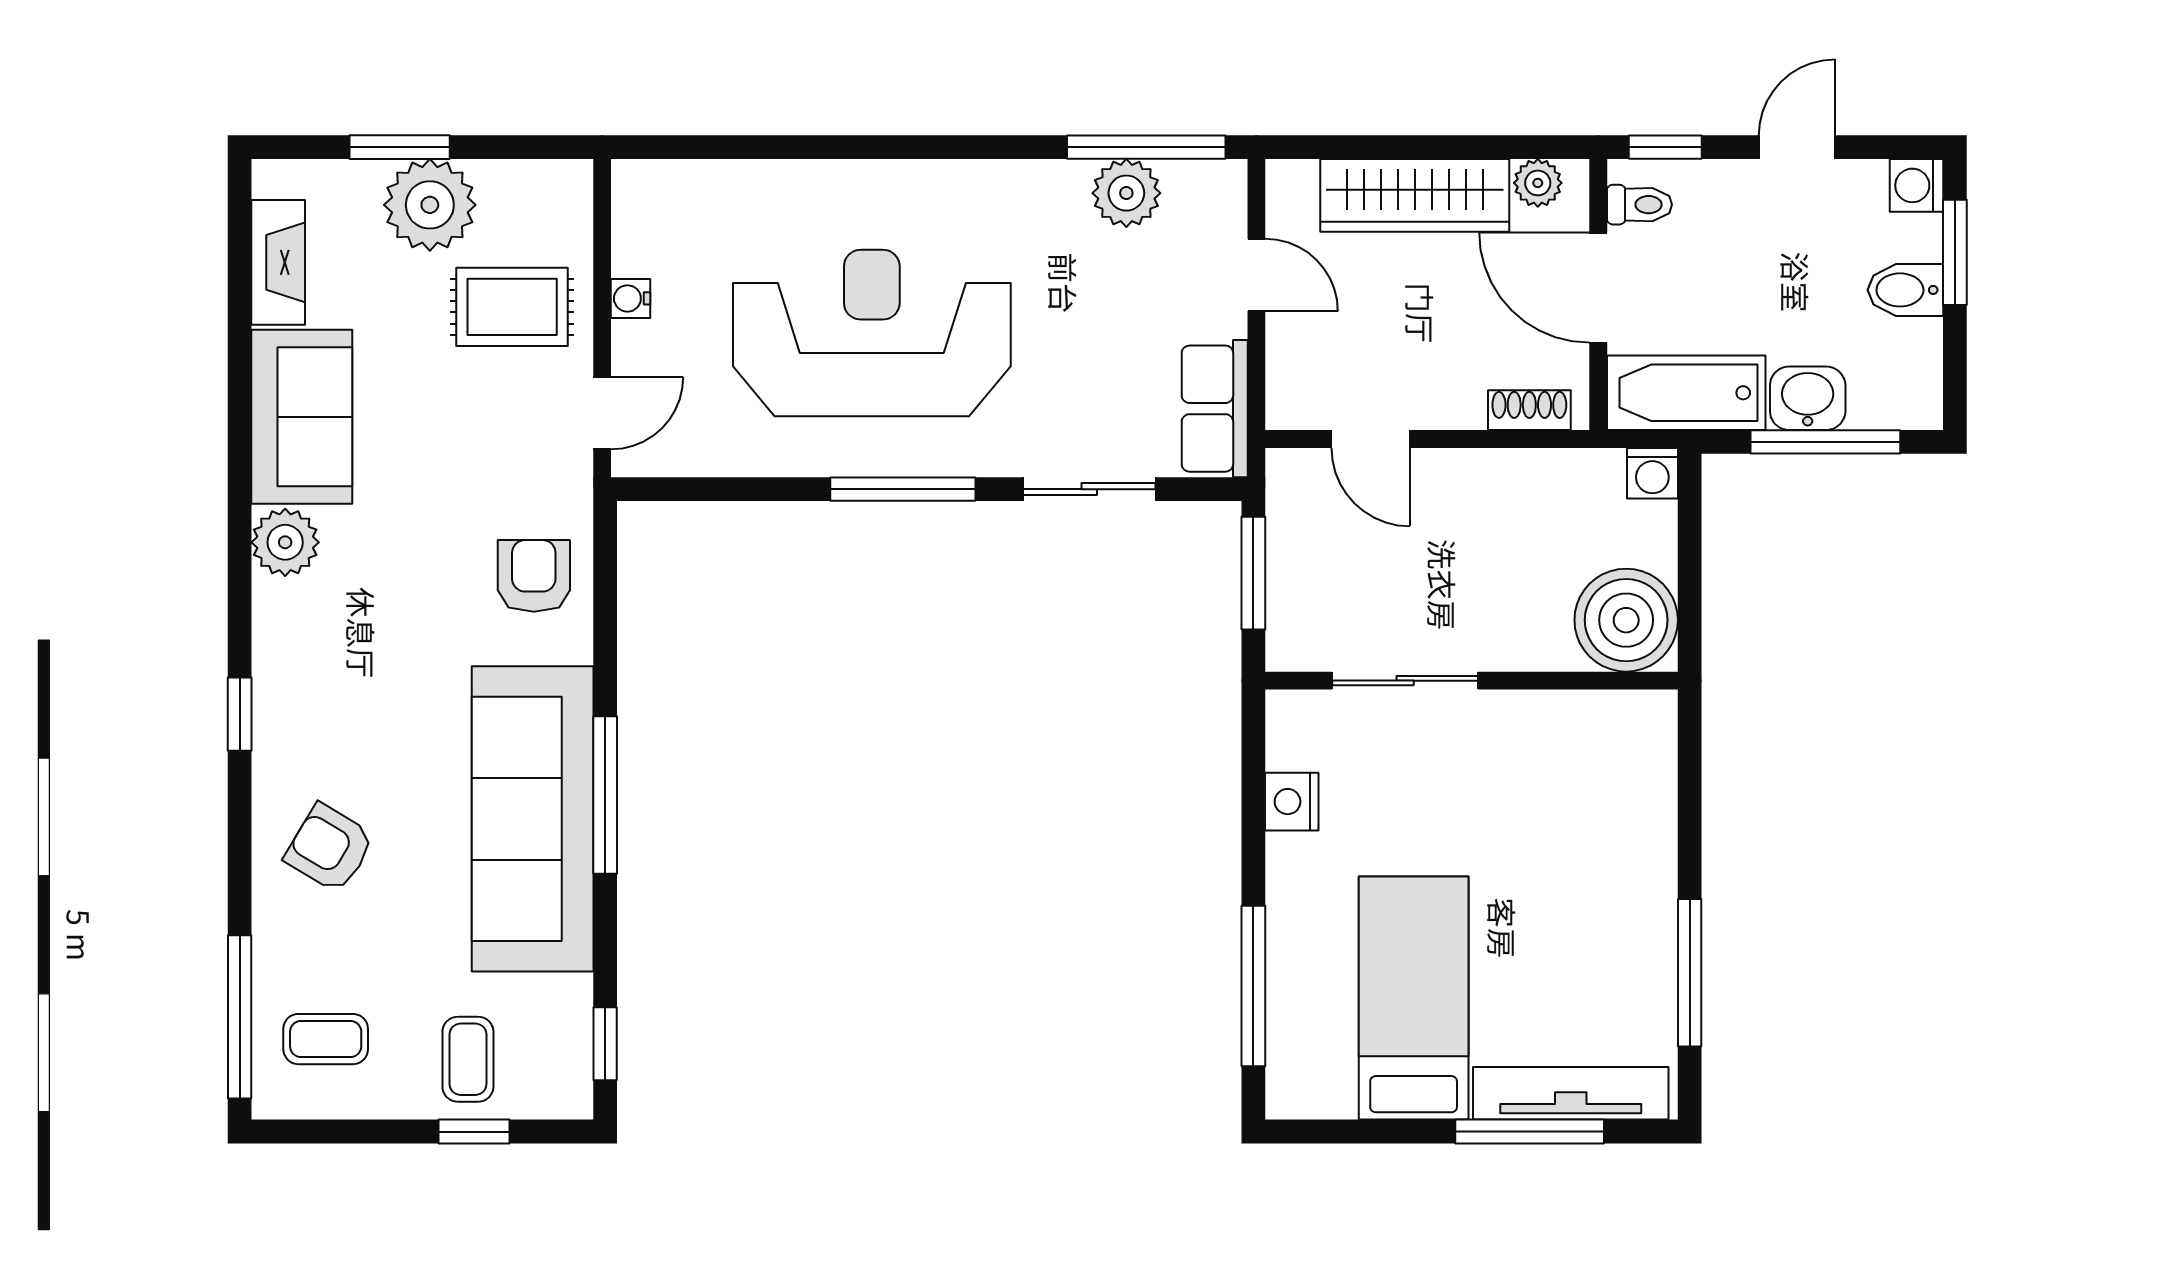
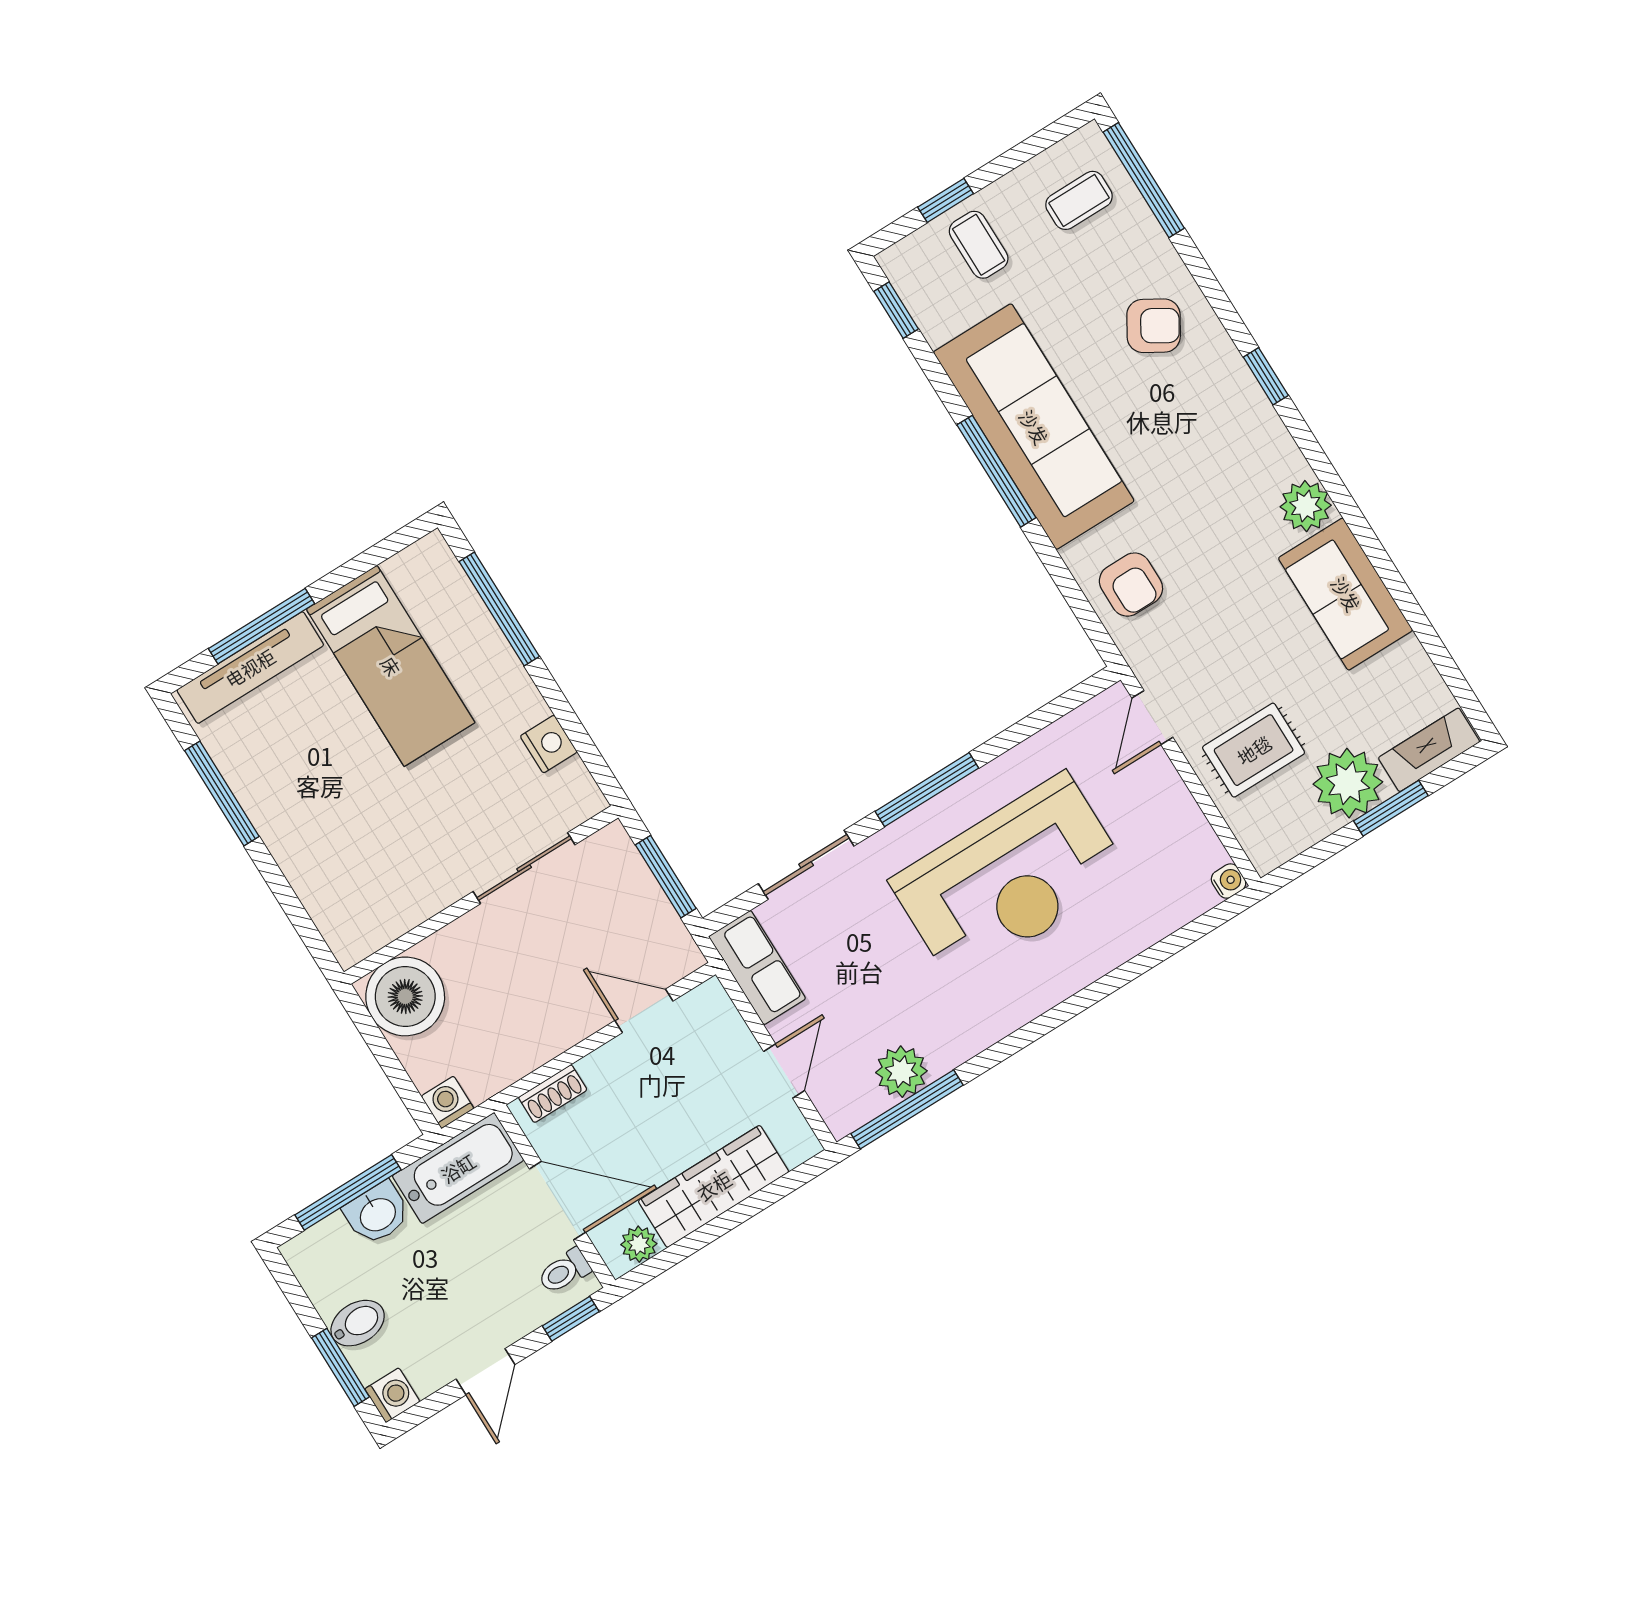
fireplace: (278, 262) -> (1429, 750), moved, turned 90
door: (1256, 275) -> (784, 1071), swing flipped
water cooler: (631, 298) -> (1229, 881), moved

